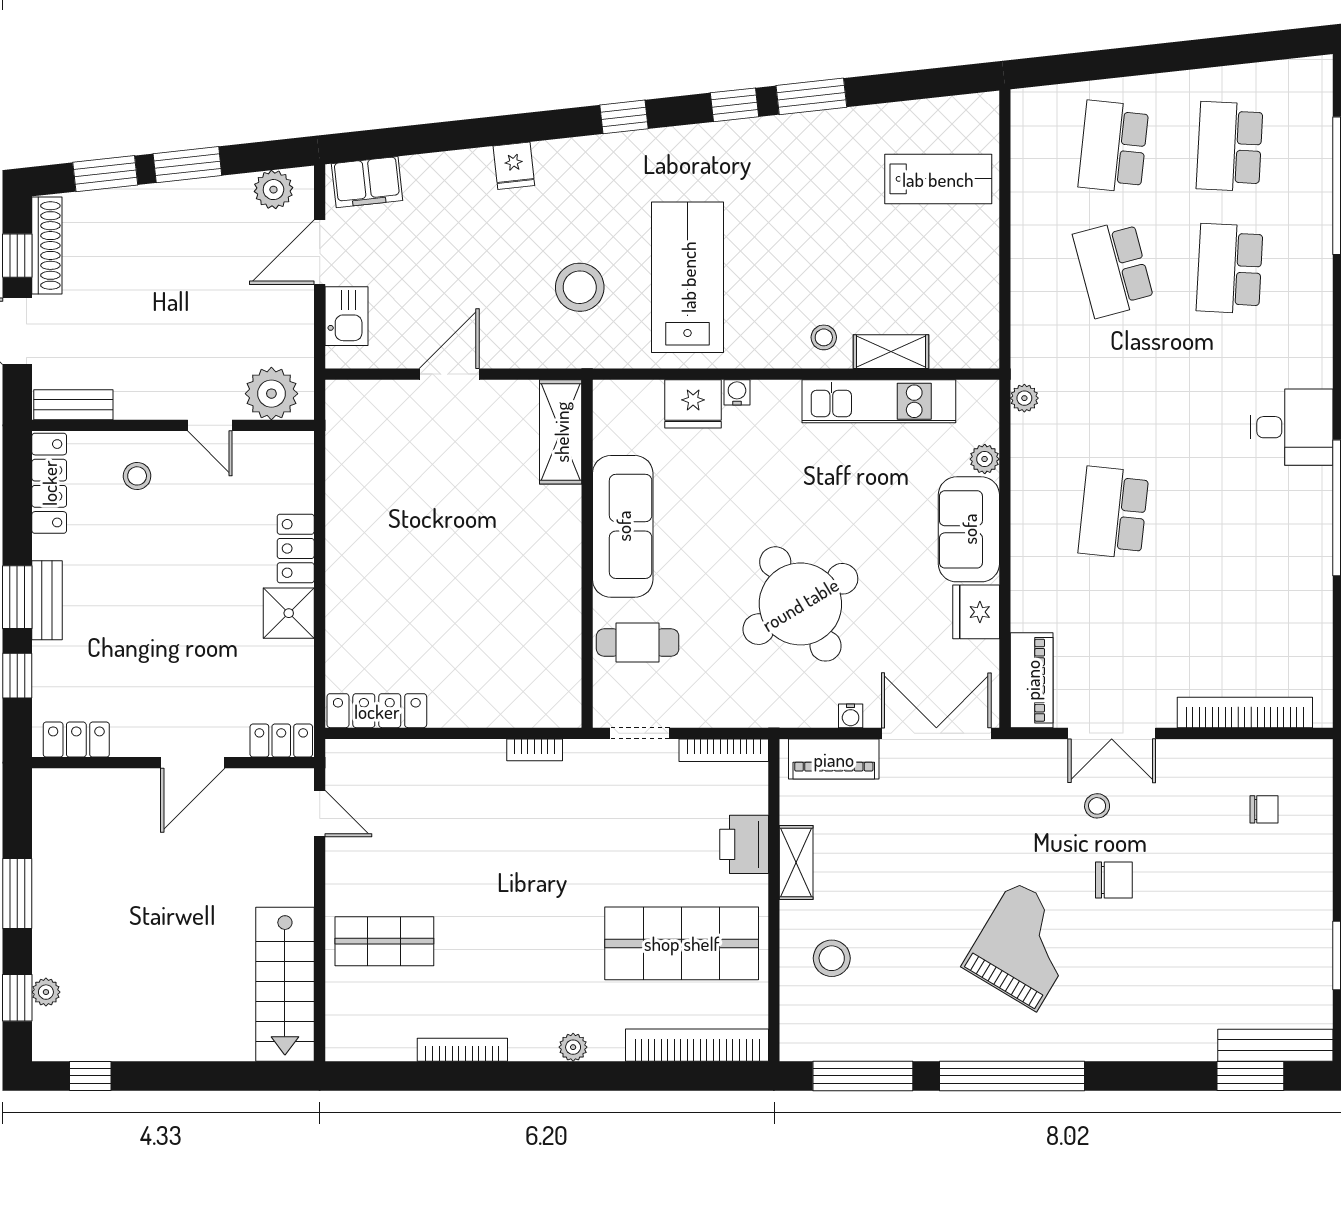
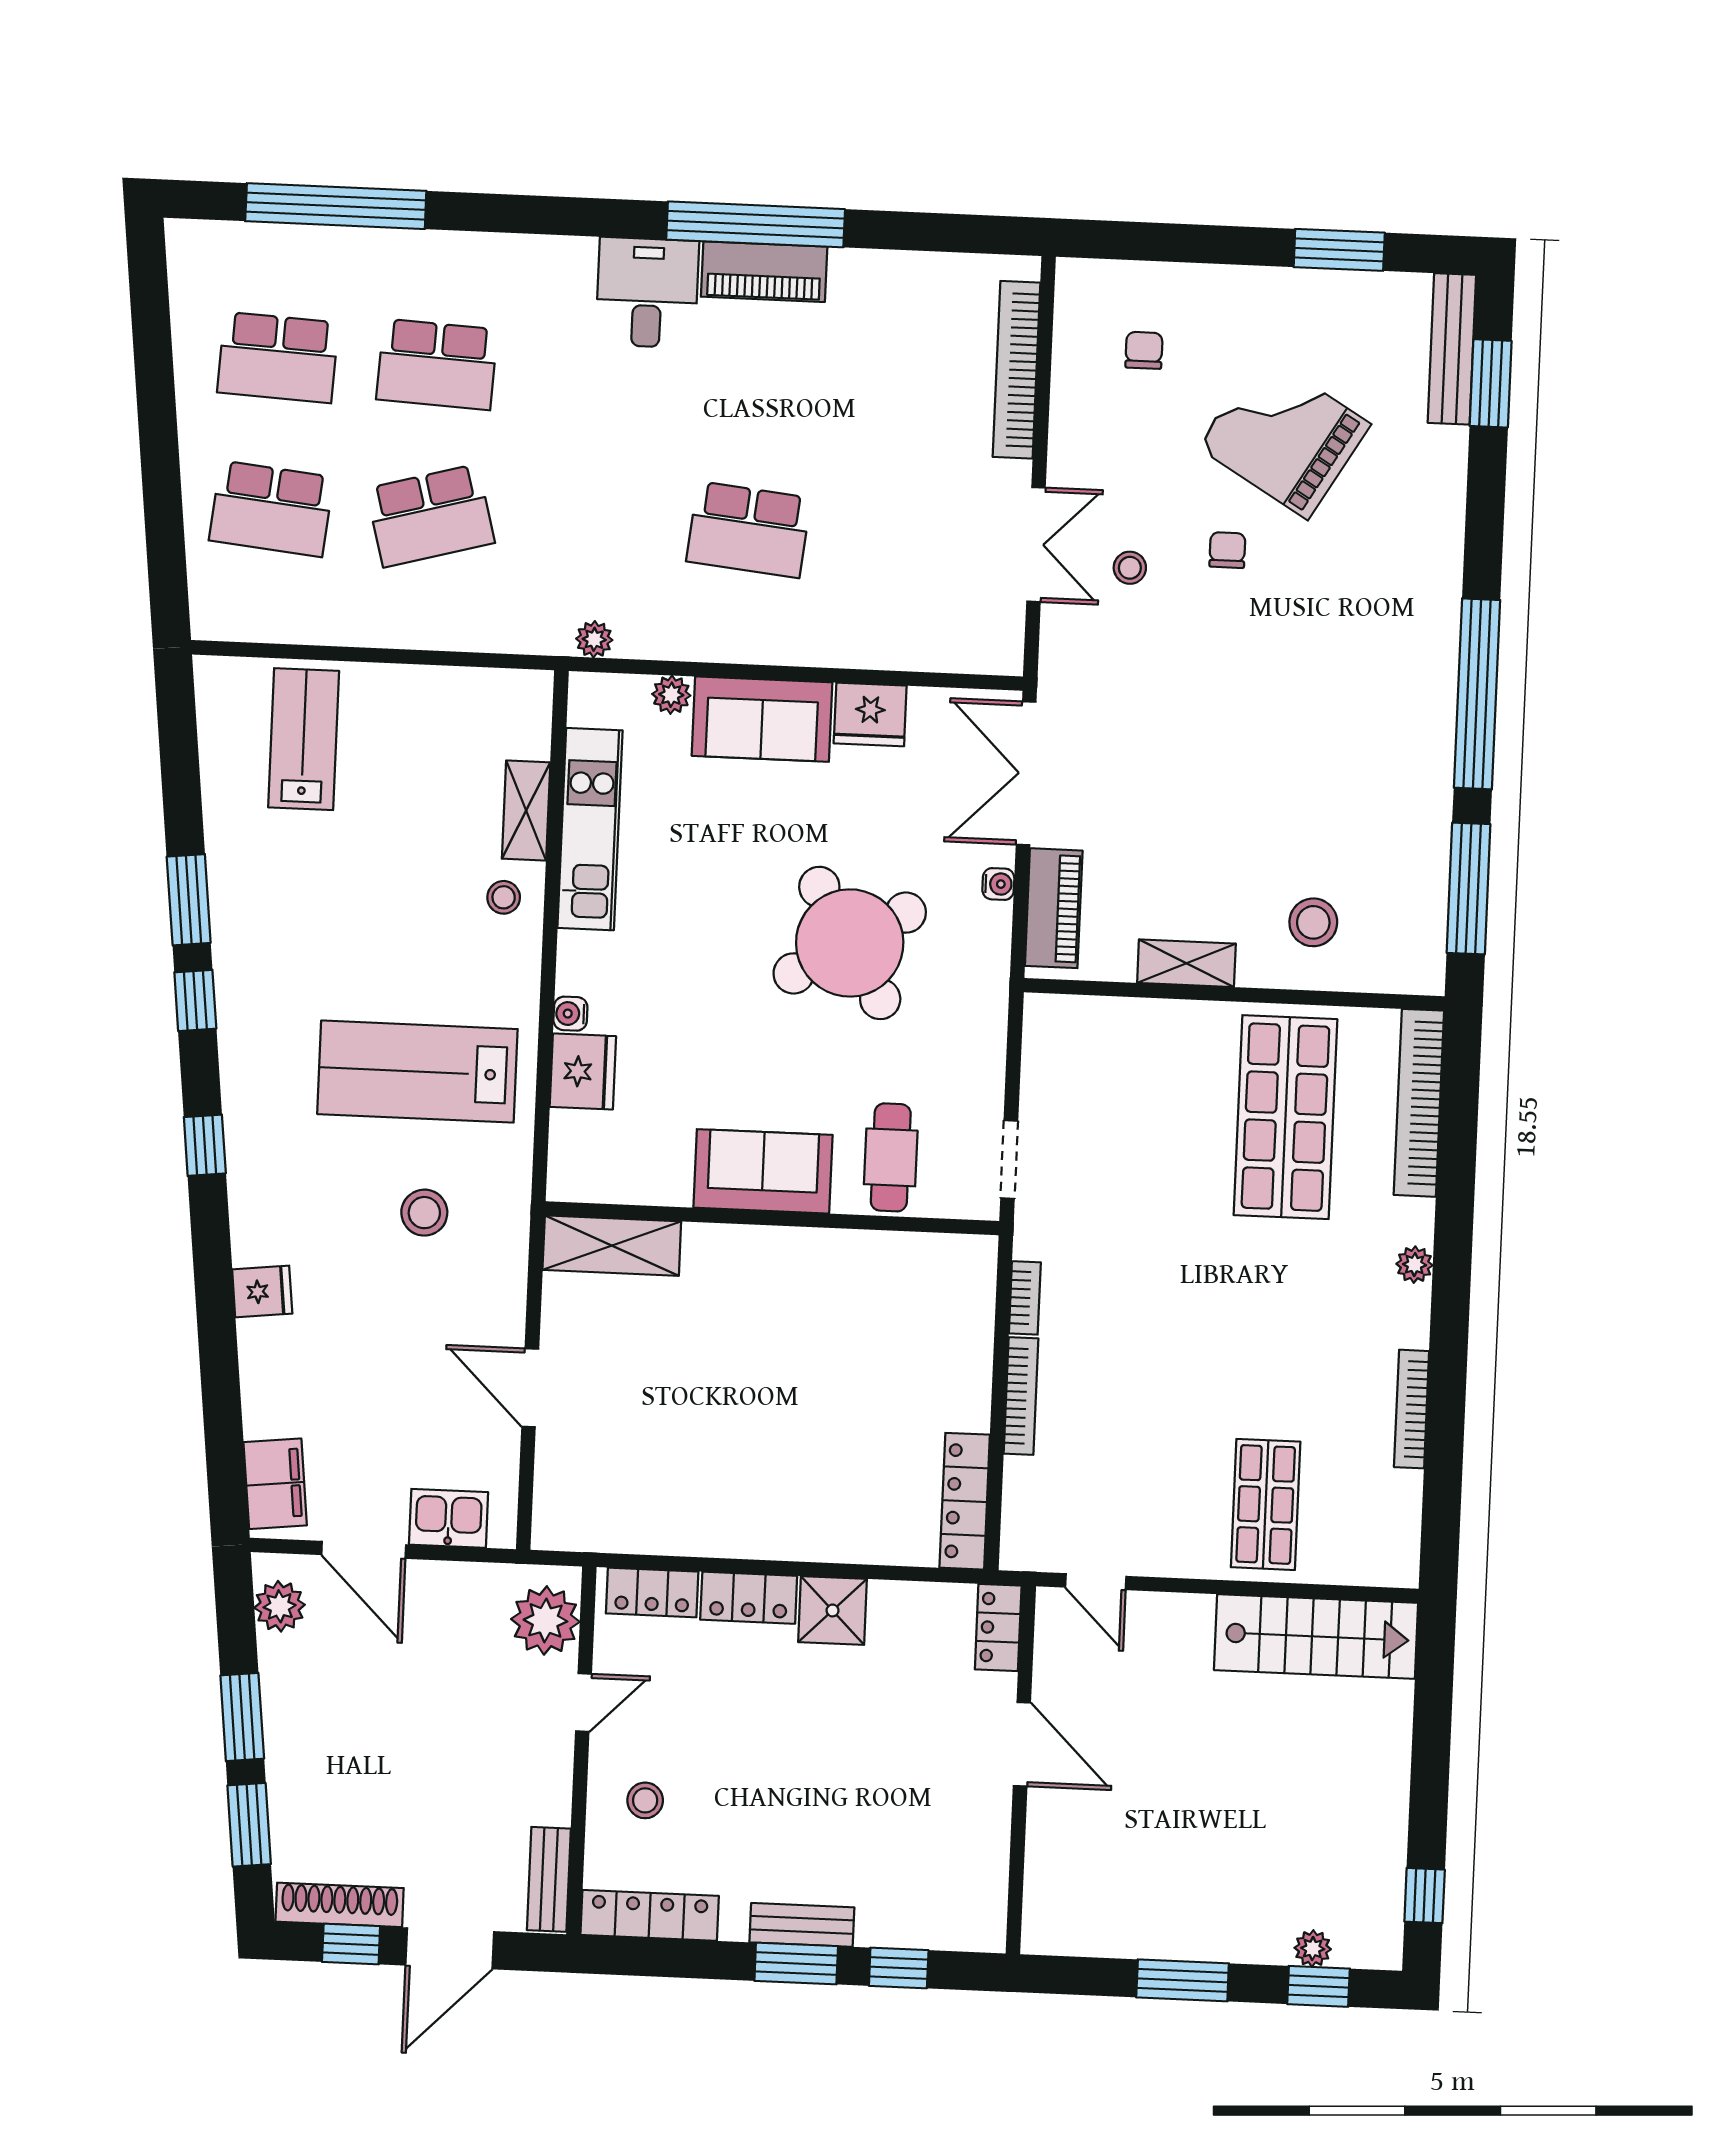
stool: (580, 287) -> (424, 1213), width x0.73, depth x0.73
sofa: (623, 526) -> (763, 1171), width x0.73
piano: (1032, 680) -> (764, 272), moved, turned 180
locker: (76, 740) -> (652, 1592), moved, turned -90
bookcase: (724, 750) -> (1021, 1396), moved
door: (320, 814) -> (1096, 1582), swing flipped
printer: (744, 844) -> (1160, 1030), removed
chair: (1114, 880) -> (1227, 550), width x0.73, depth x0.73
grand piano: (1025, 946) -> (1284, 436), moved

